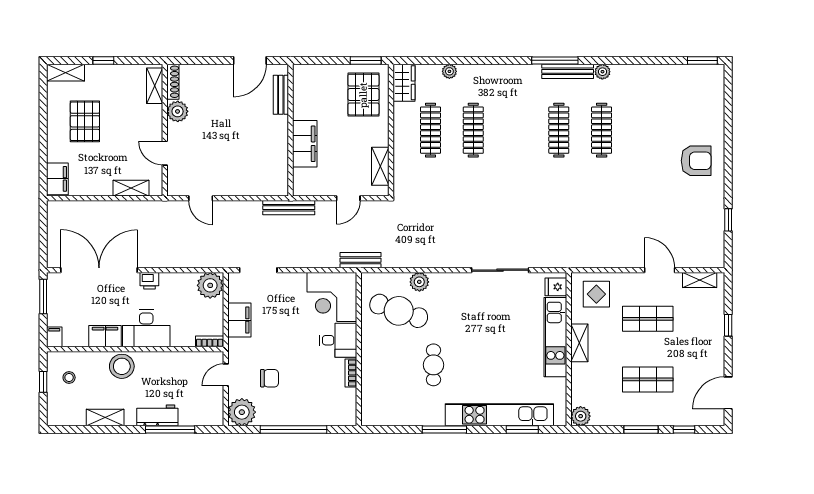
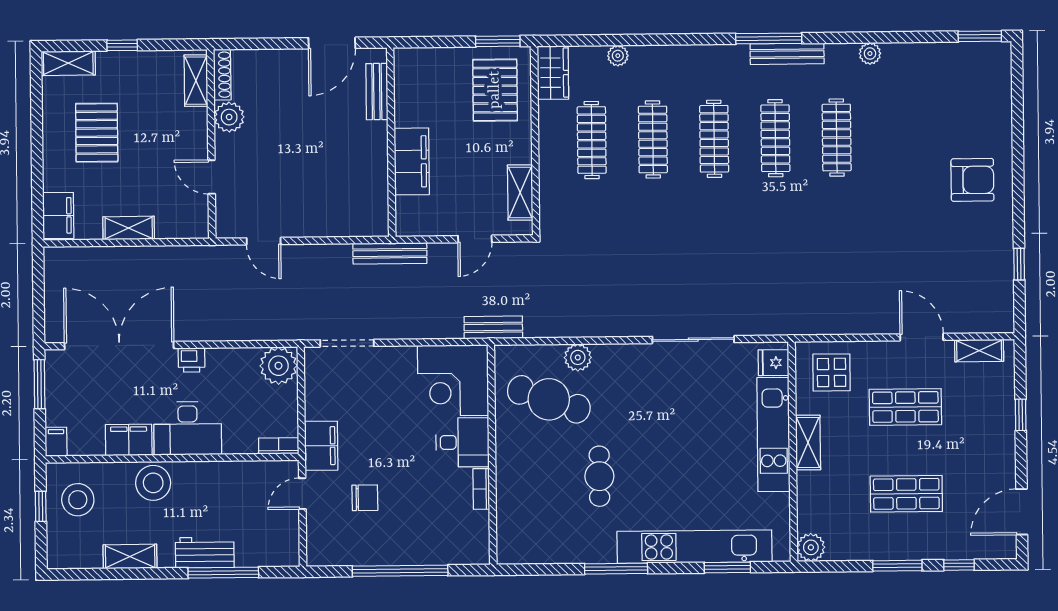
plant: (602, 72) -> (870, 54), moved
clothes rail: (516, 130) -> (714, 139), added
shelving: (131, 188) -> (129, 228), moved
filing cabinet: (239, 320) -> (321, 446), moved
stool: (69, 378) -> (78, 500), width x1.89, depth x1.89
plant: (242, 412) -> (326, 547), removed

